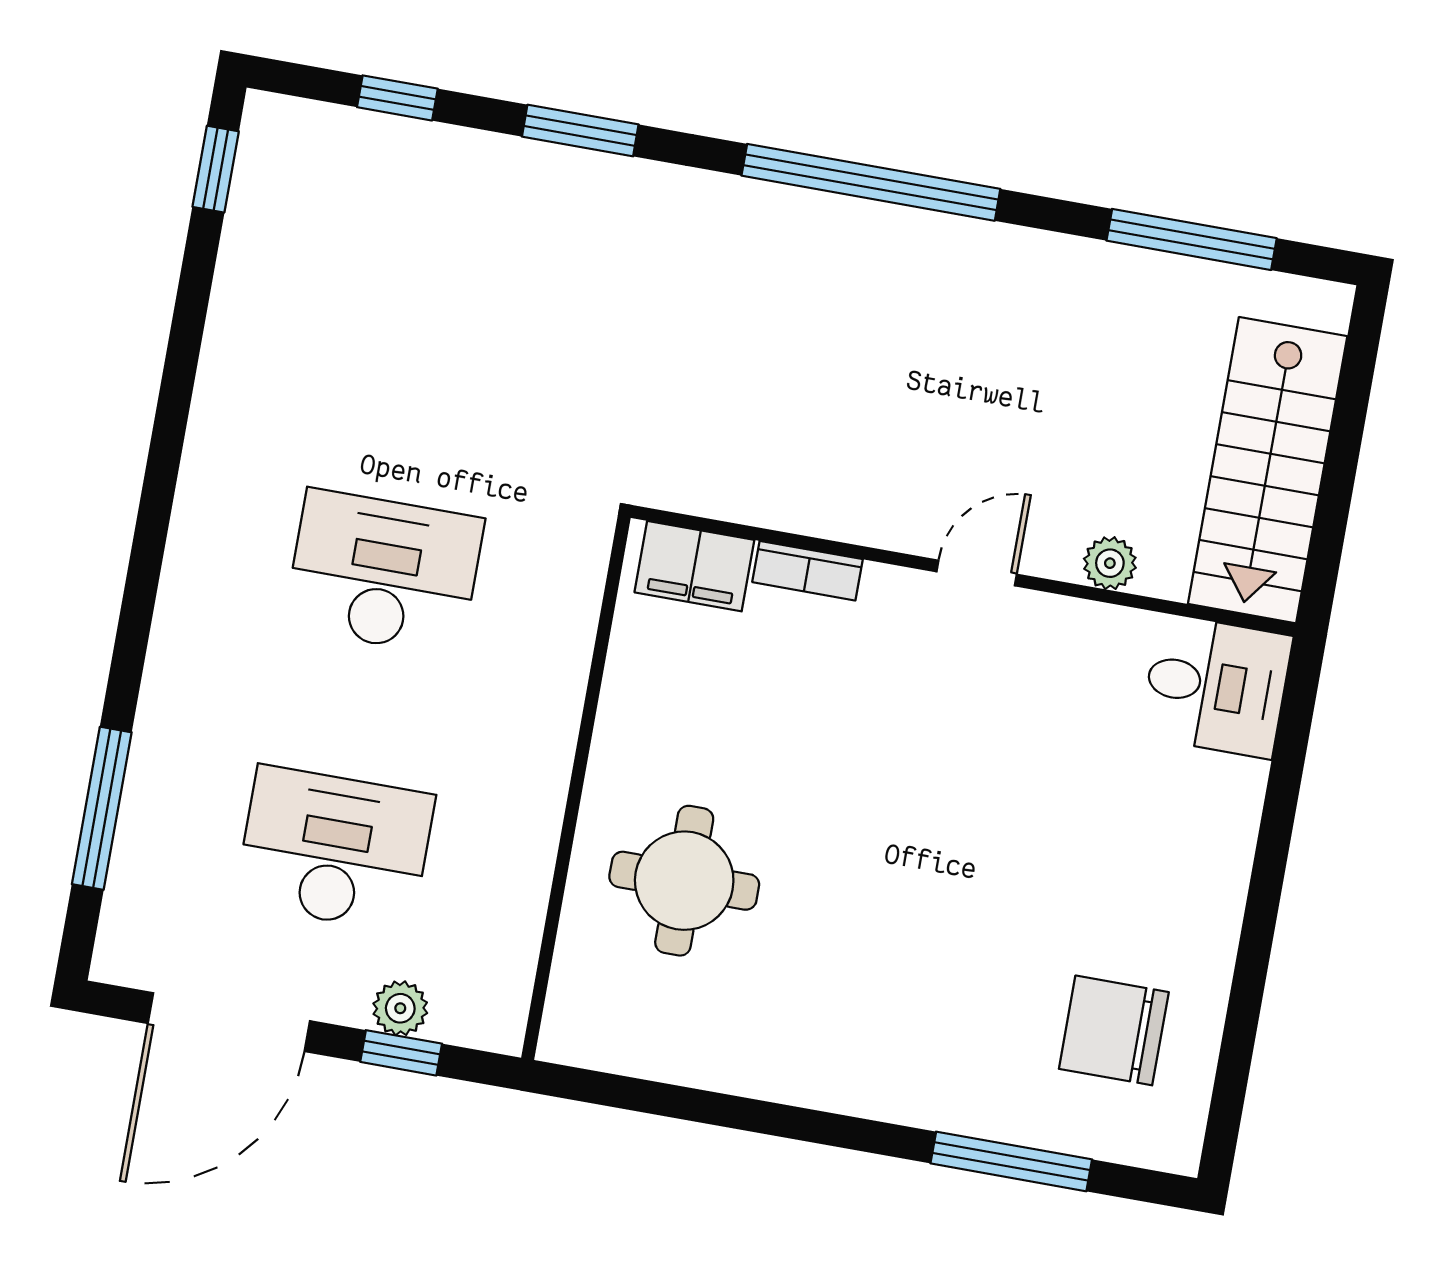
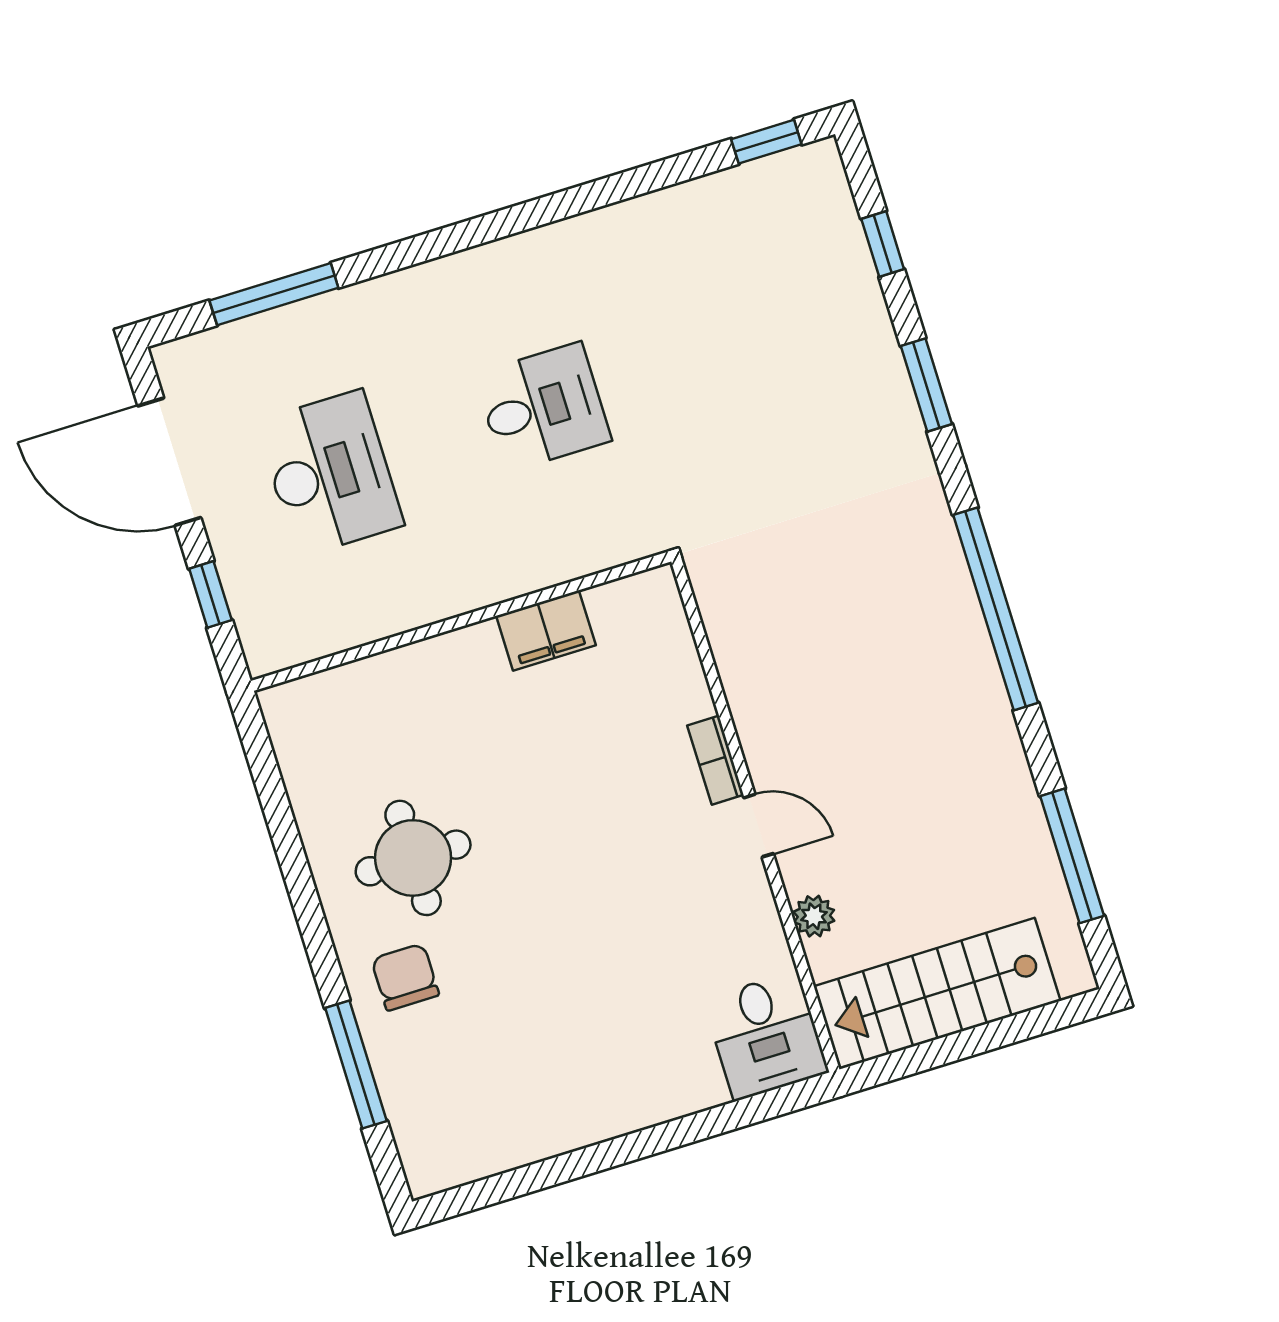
filing cabinet: (694, 566) -> (546, 631), moved, turned -90
bookcase: (807, 571) -> (715, 760), moved
desk: (384, 573) -> (543, 407), width x0.73
round table: (684, 881) -> (413, 858), moved
plant: (400, 1008) -> (241, 578), removed
chair: (1114, 1030) -> (405, 977), moved, width x0.73, depth x0.73

